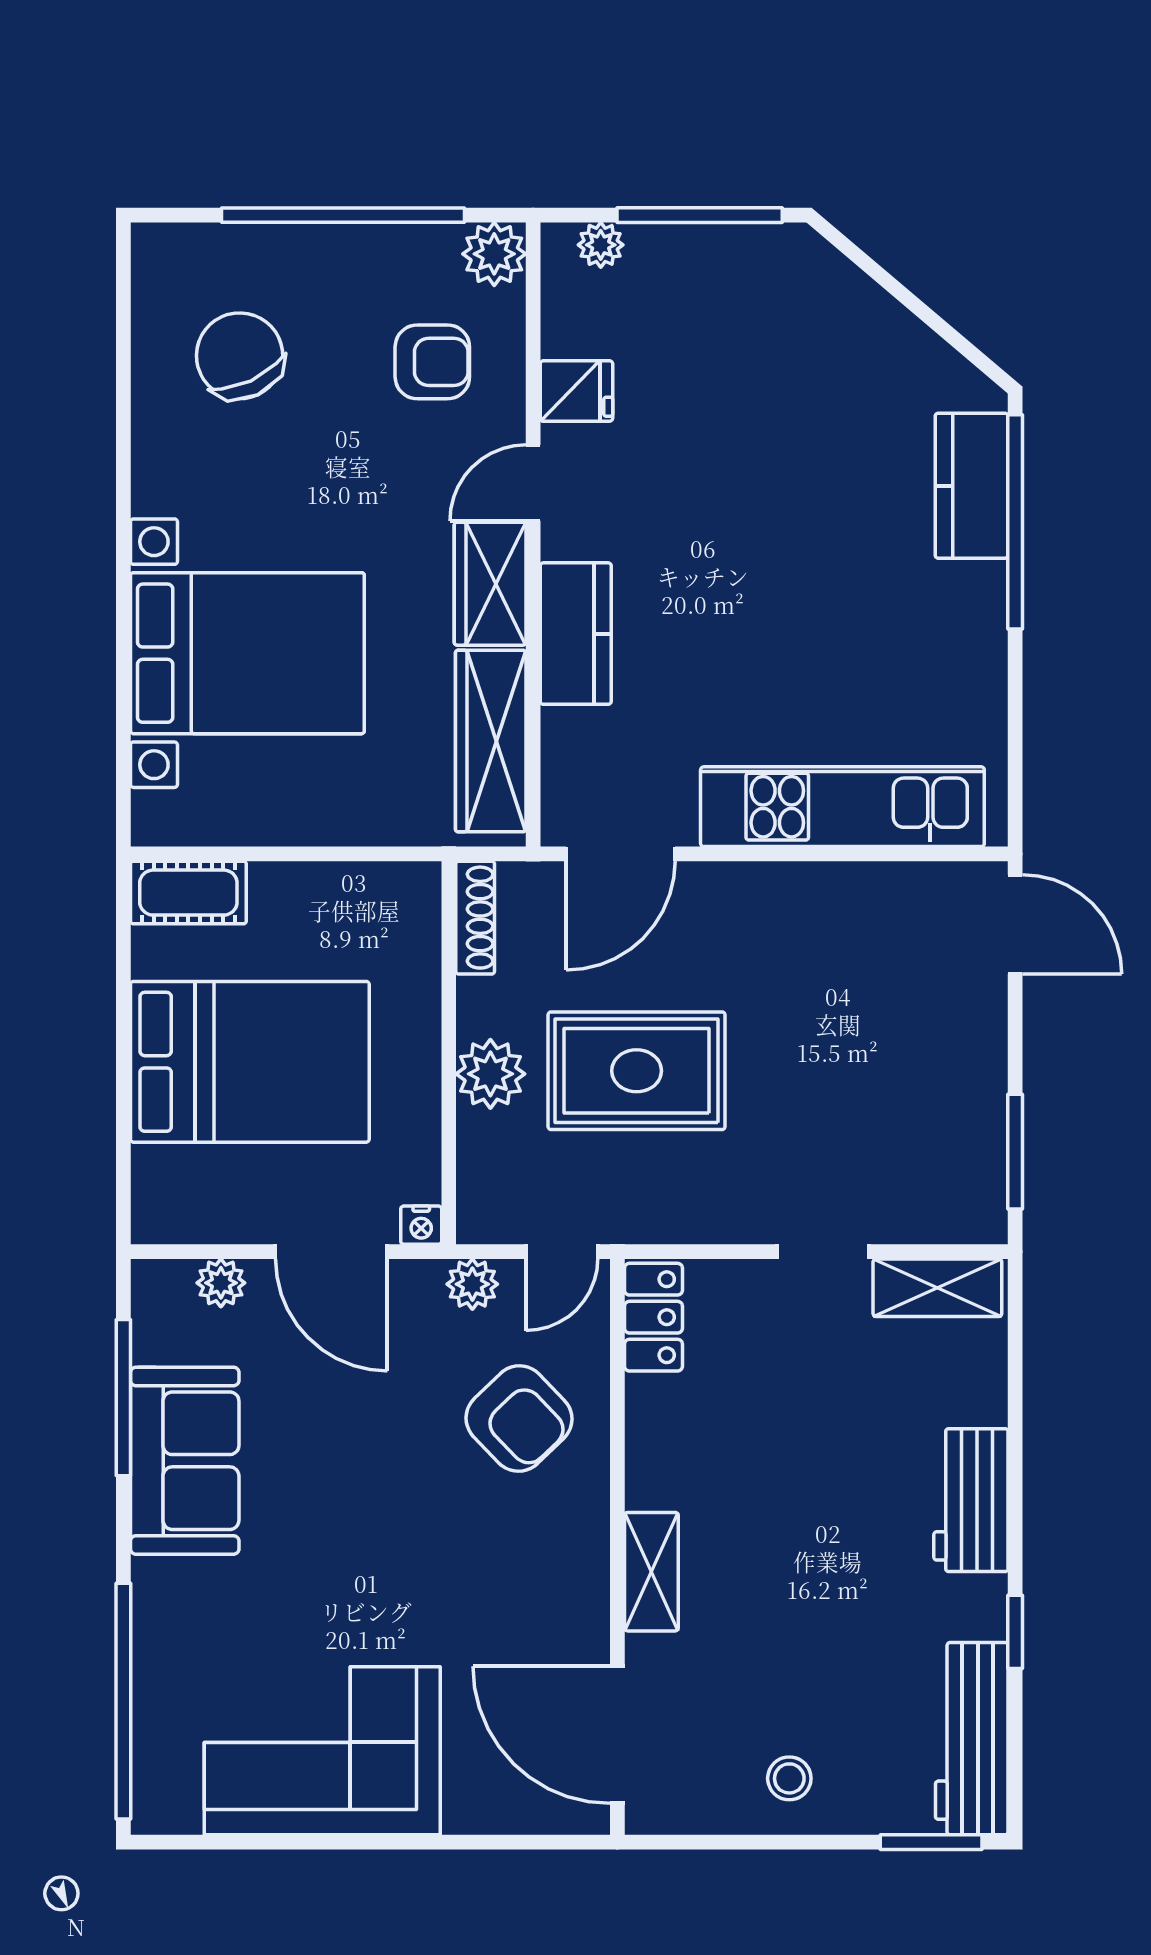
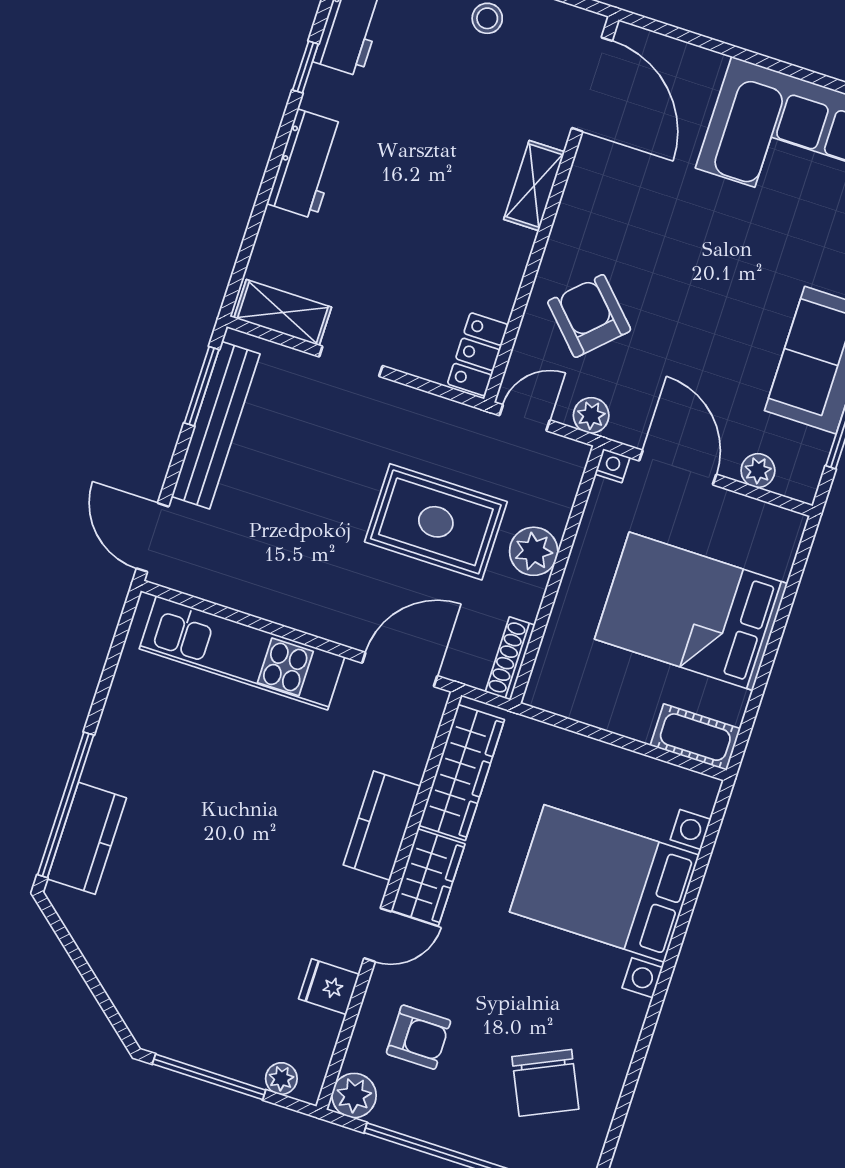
armchair: (432, 362) -> (419, 1037), turned 180
bench: (979, 1105) -> (216, 425), added

